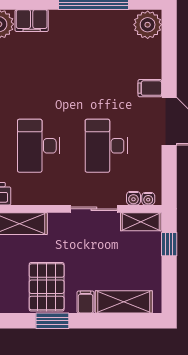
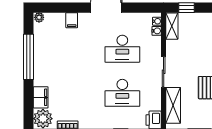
plant: (148, 25) -> (39, 17), width x0.53, depth x0.53
filing cabinet: (150, 88) -> (72, 20), moved
sliding door: (94, 209) -> (164, 72), moved

